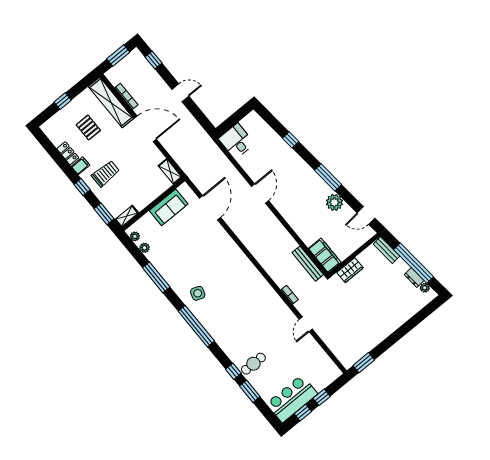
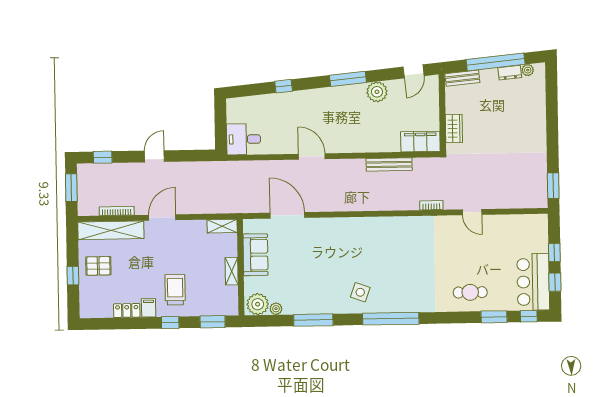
pallet: (88, 128) -> (98, 266), moved
door: (145, 129) -> (162, 218), width x0.73
shelving: (127, 216) -> (232, 271), moved
plant: (135, 236) -> (258, 304), width x1.87, depth x1.87
bench: (308, 264) -> (389, 164), moved
cafe table: (253, 364) -> (470, 292), turned 90
window: (233, 371) -> (529, 316), moved

